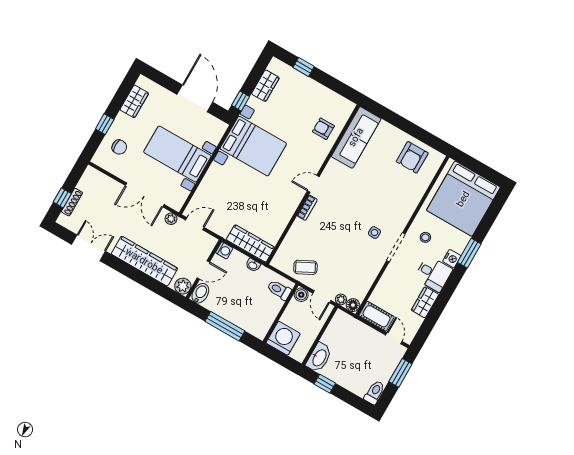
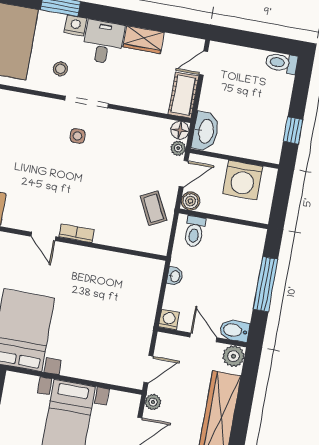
door: (195, 224) -> (148, 369), swing flipped
wardrobe: (250, 243) -> (148, 289), removed
washing machine: (283, 338) -> (243, 180), moved, turned -90
washbasin: (319, 358) -> (205, 131), moved, turned 90
window: (400, 373) -> (245, 39), removed

